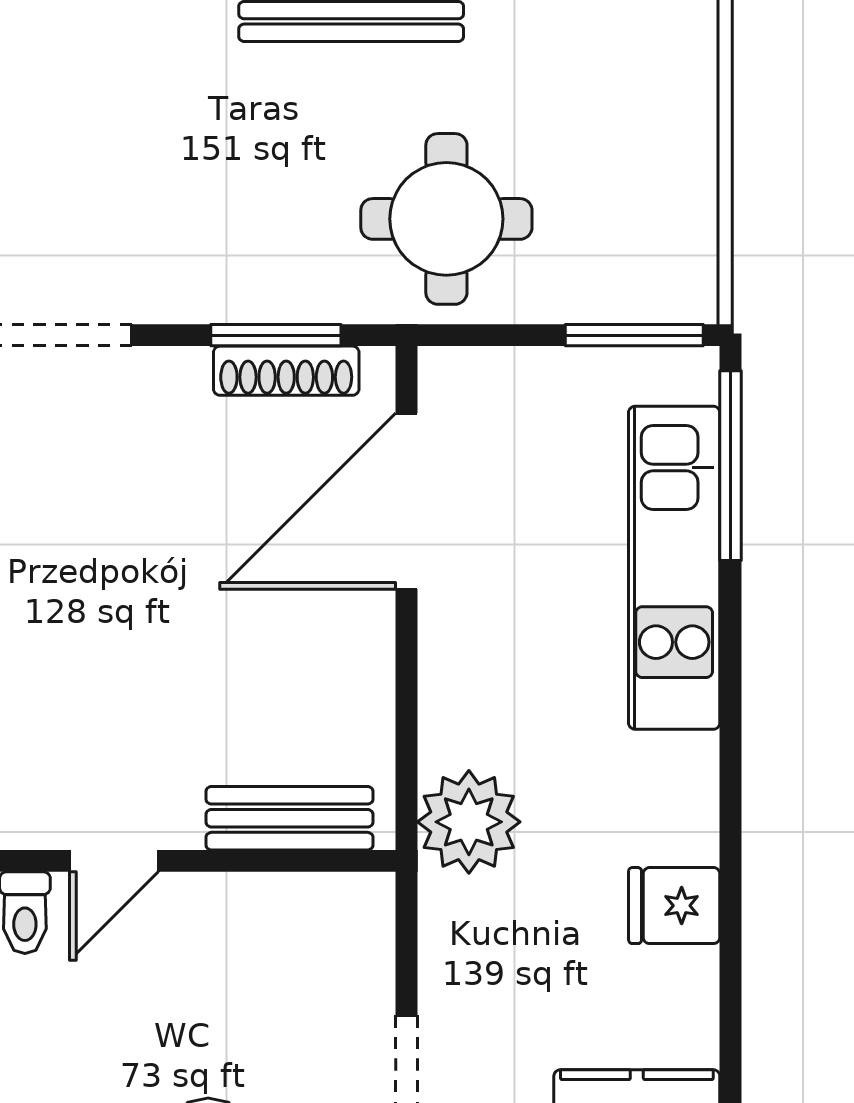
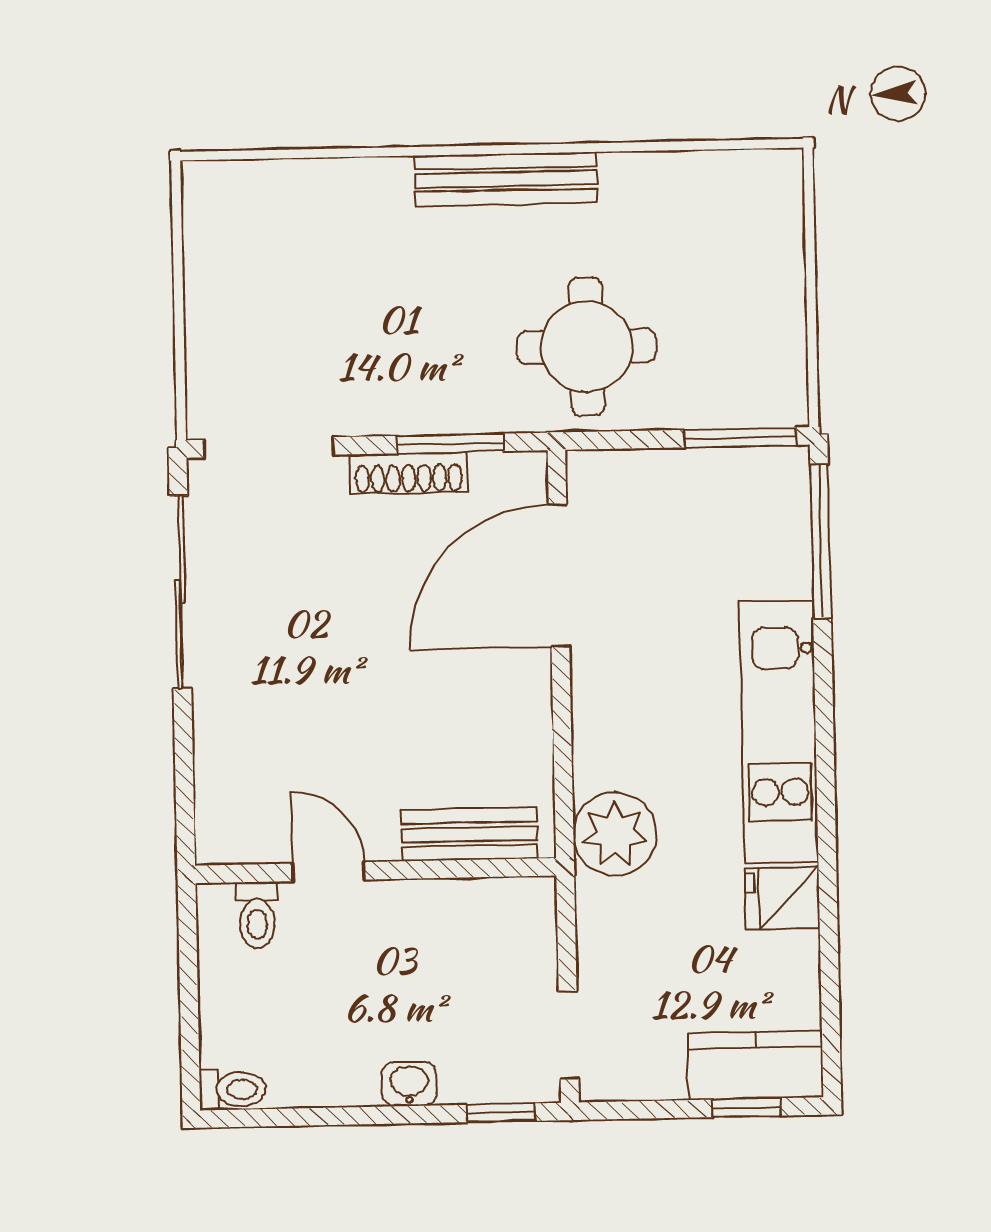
shoe rack: (286, 371) -> (409, 473), moved
kitchen unit: (674, 568) -> (779, 732), moved
door: (114, 861) -> (328, 872), swing flipped

